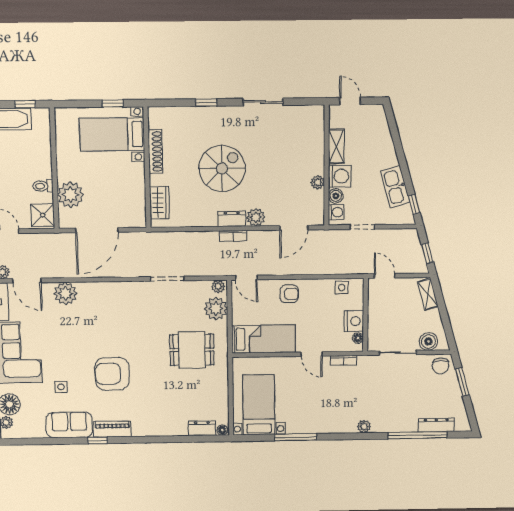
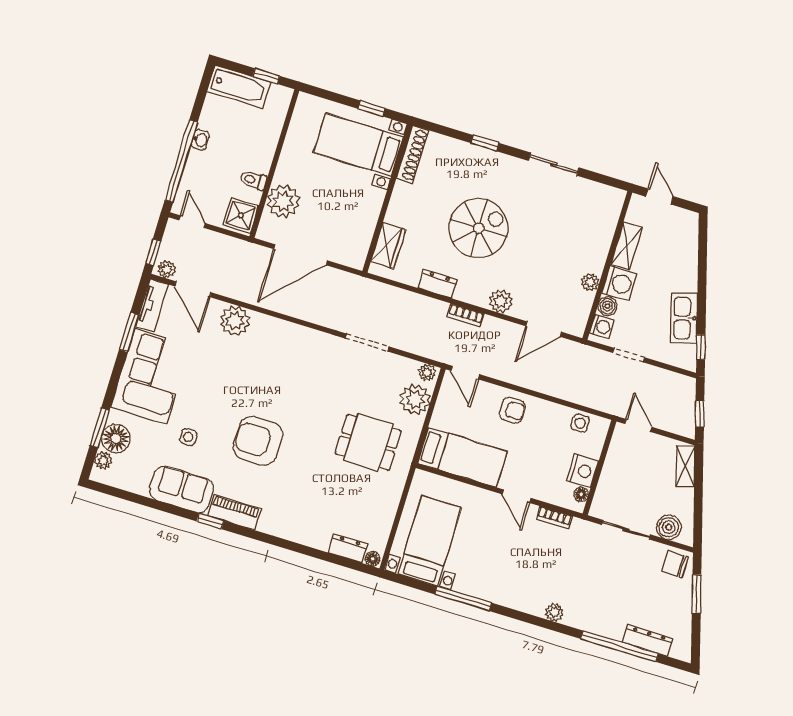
shoe rack: (155, 152) -> (412, 154), moved
dresser: (232, 219) -> (438, 284), moved
chair: (441, 366) -> (675, 564), turned 90

